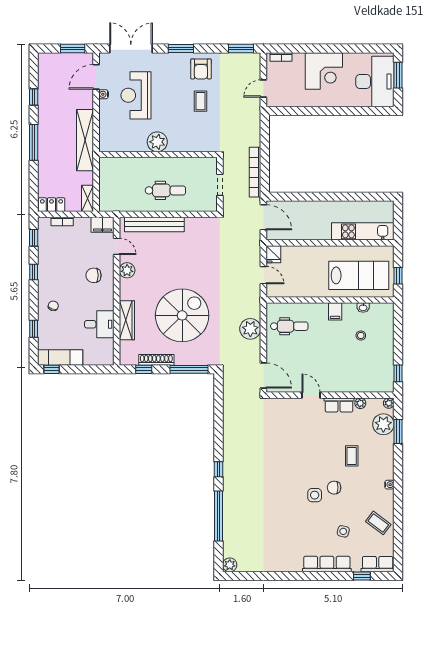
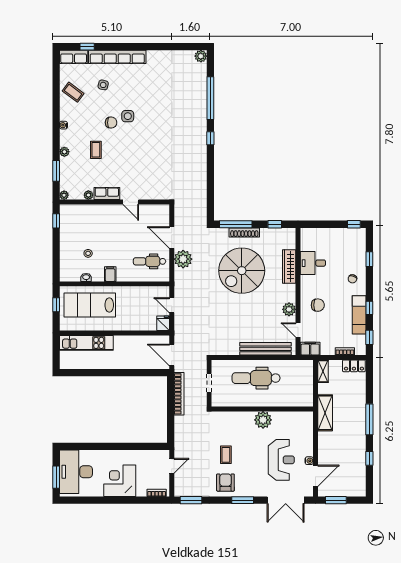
shelving: (85, 140) -> (325, 413), width x0.68
dental chair: (165, 190) -> (256, 378), width x1.36, depth x1.38
exam couch: (60, 357) -> (359, 315), moved, turned 90
shoe rack: (156, 360) -> (244, 232), moved
door: (263, 375) -> (172, 238), moved
plant: (383, 424) -> (64, 152), moved, width x0.53, depth x0.53
row of seats: (327, 564) -> (117, 57), width x1.36

